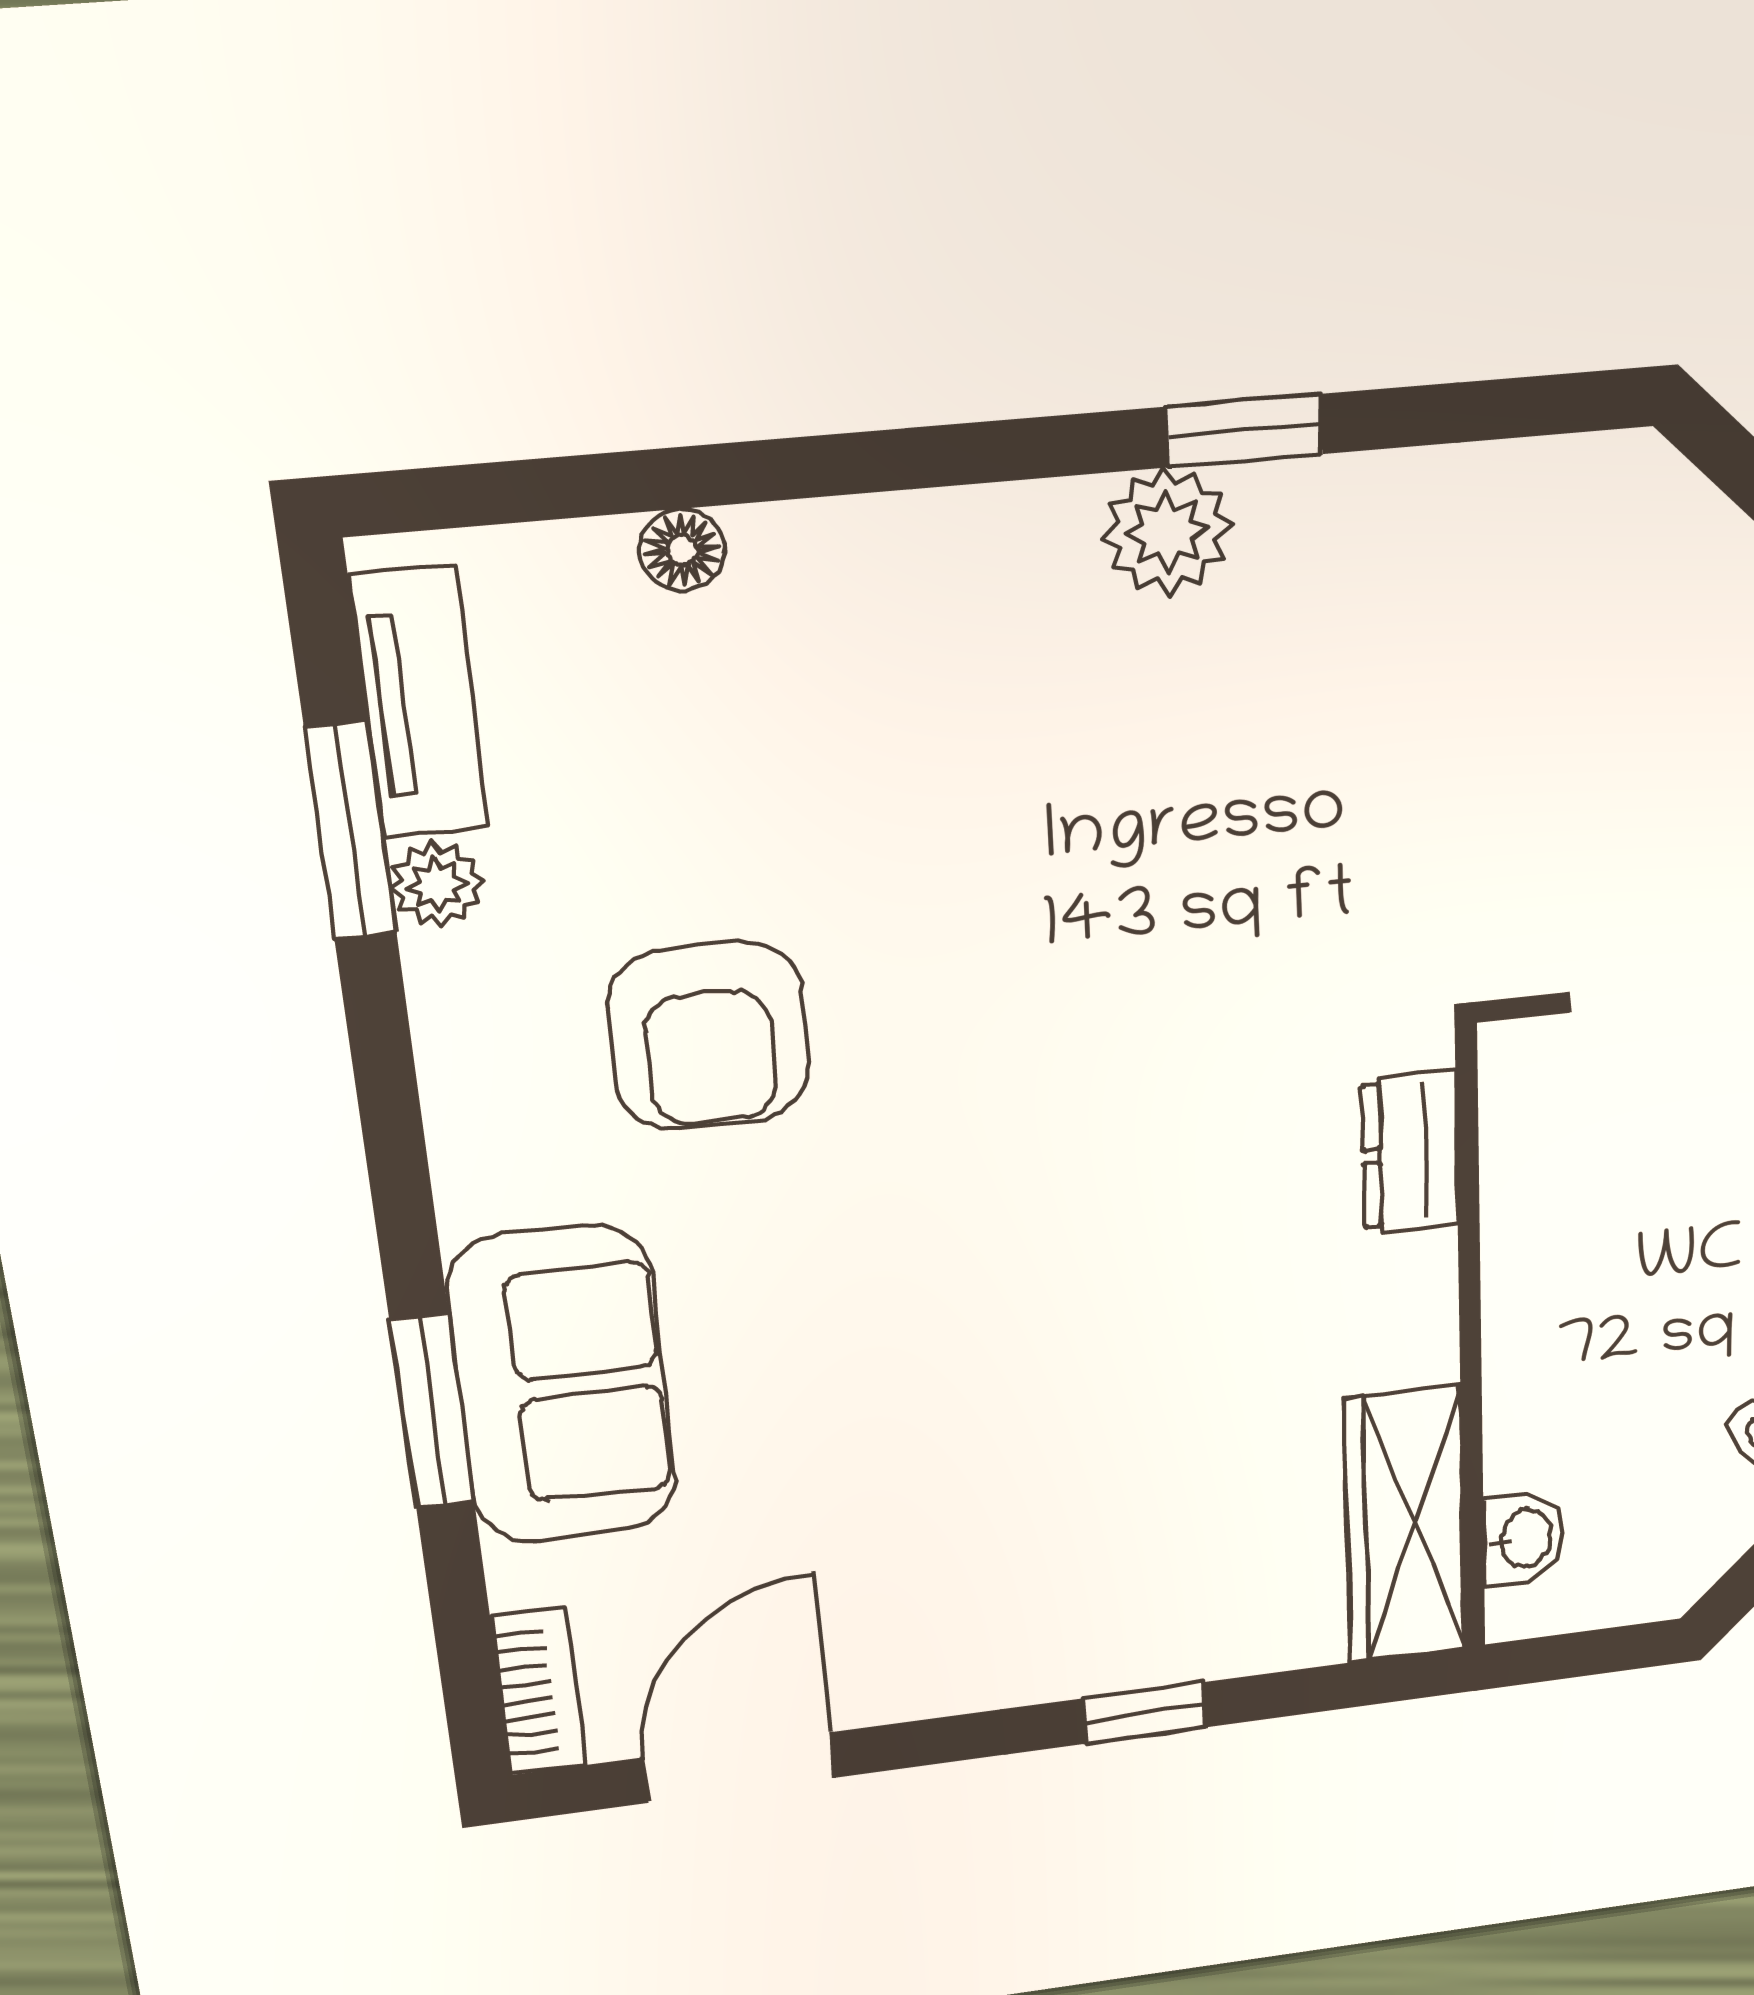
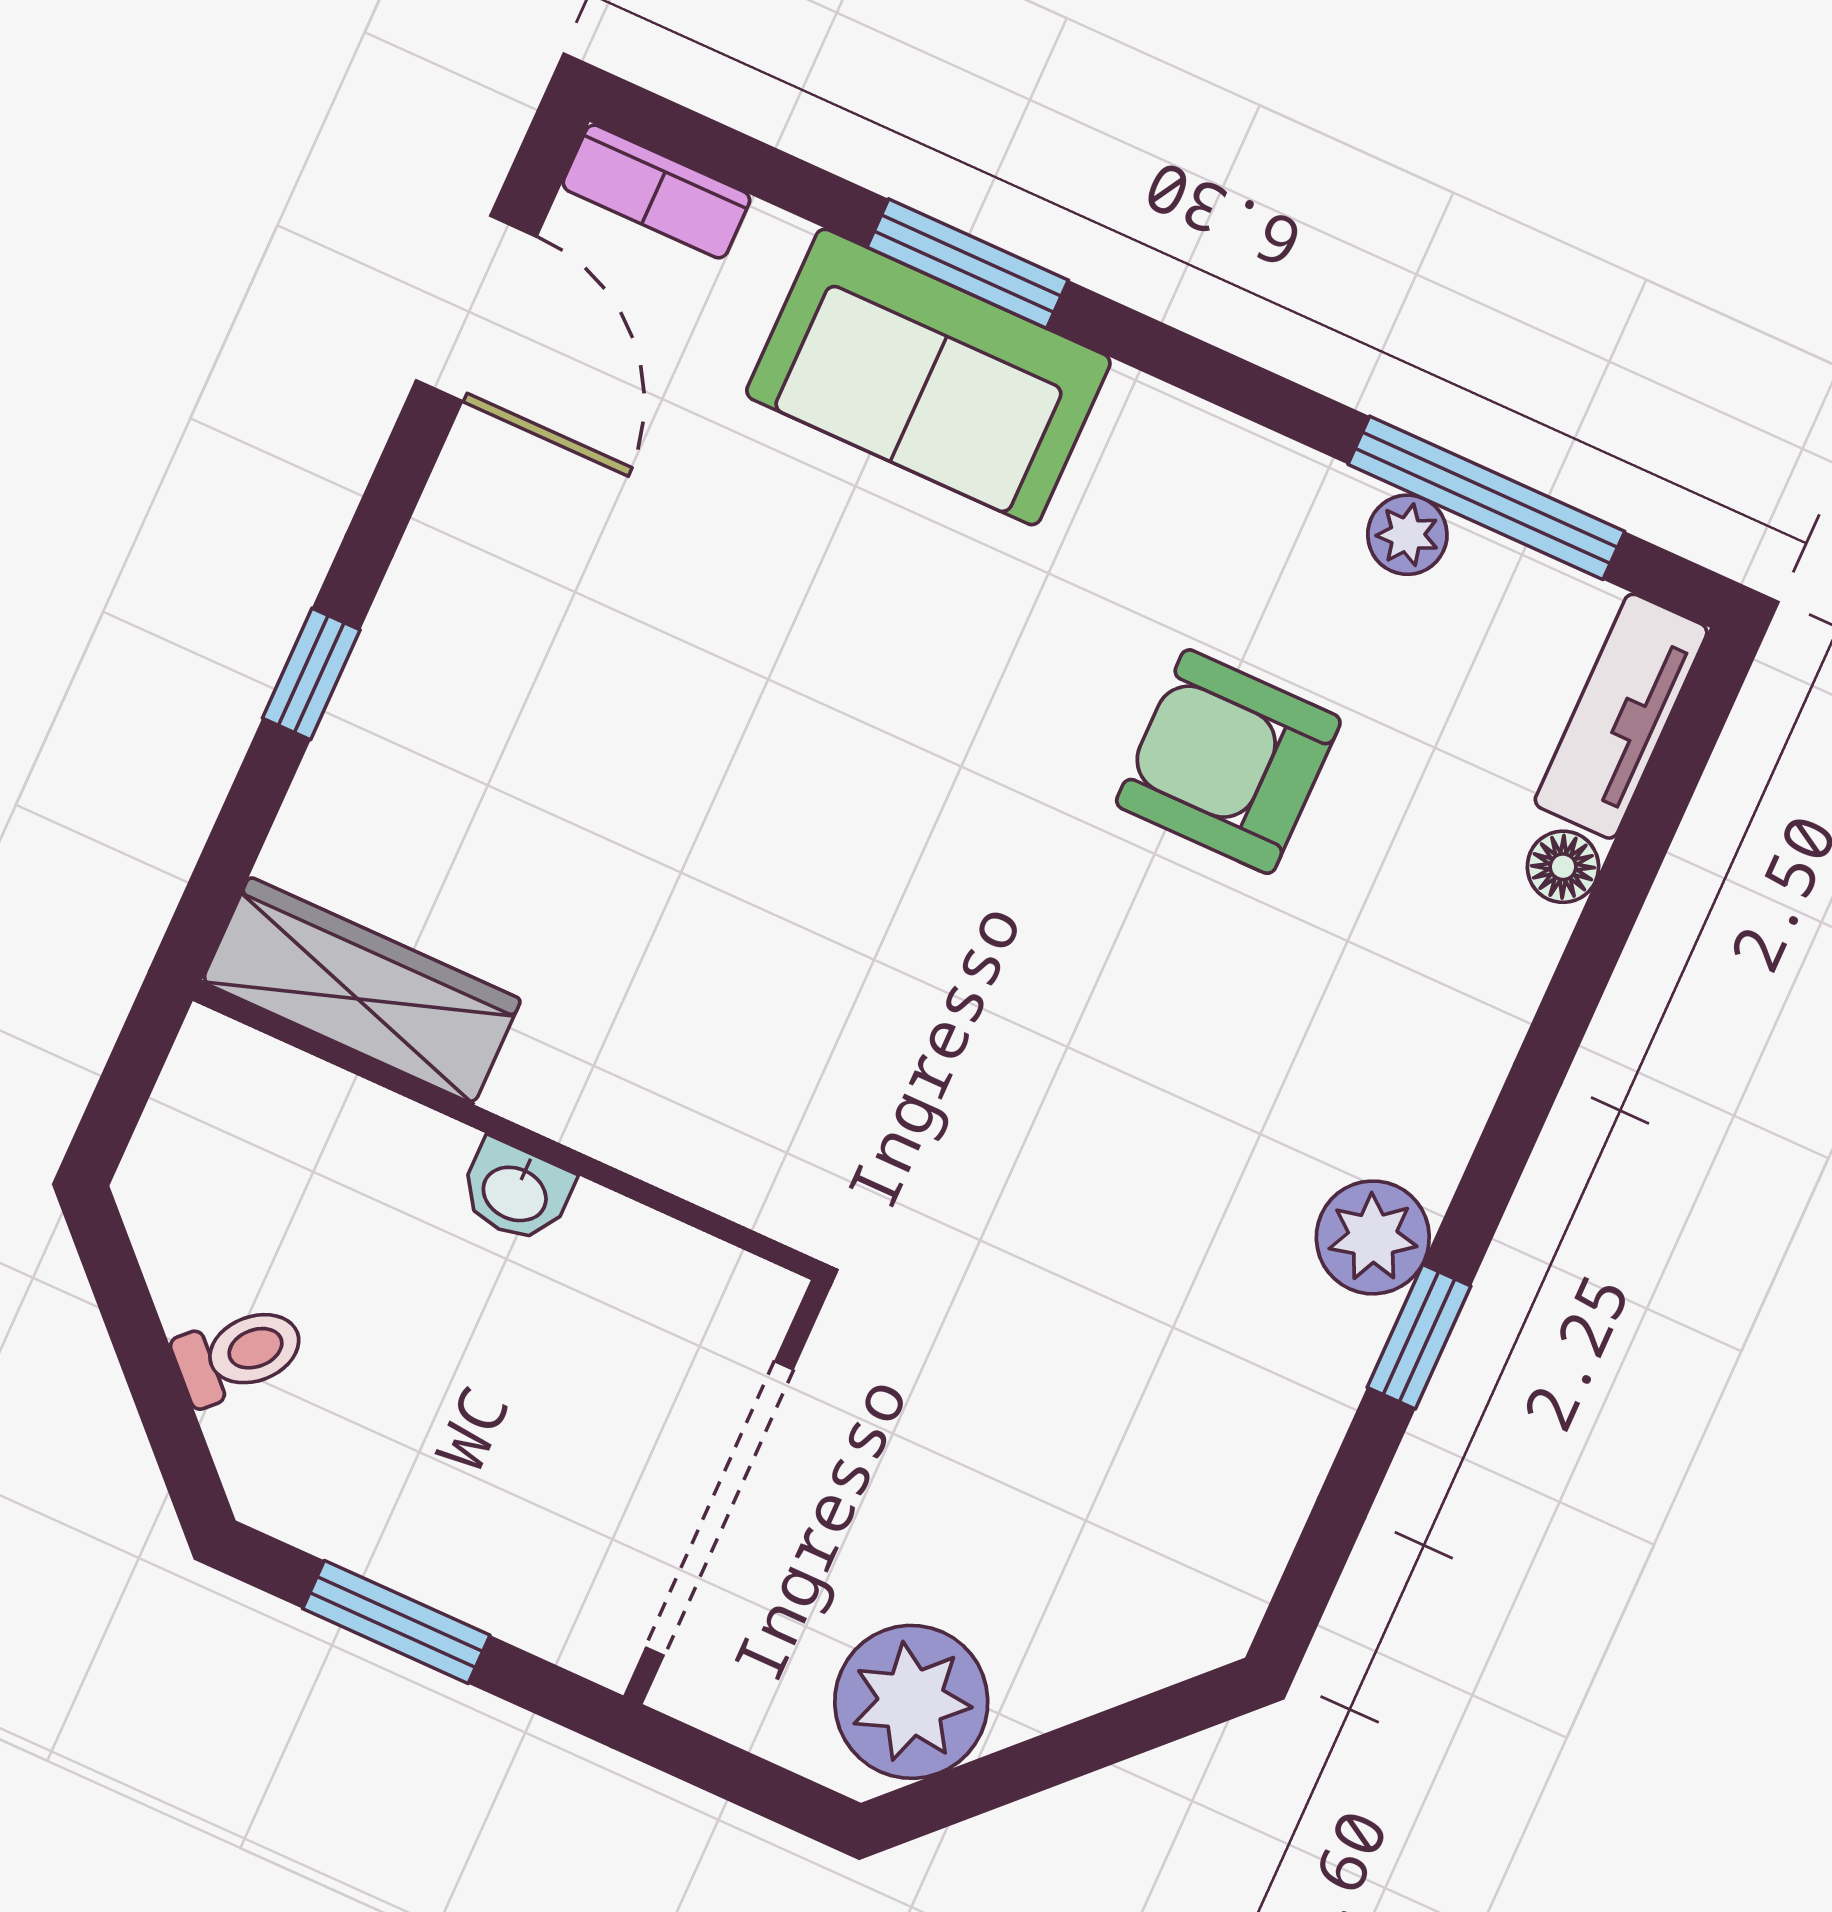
tv unit: (419, 703) -> (1621, 716), moved, turned 90
window: (351, 831) -> (1486, 498), width x1.44
armchair: (709, 1036) -> (1228, 762), moved
dresser: (1410, 1152) -> (724, 1168), removed
washbasin: (1524, 1538) -> (516, 1192), moved

